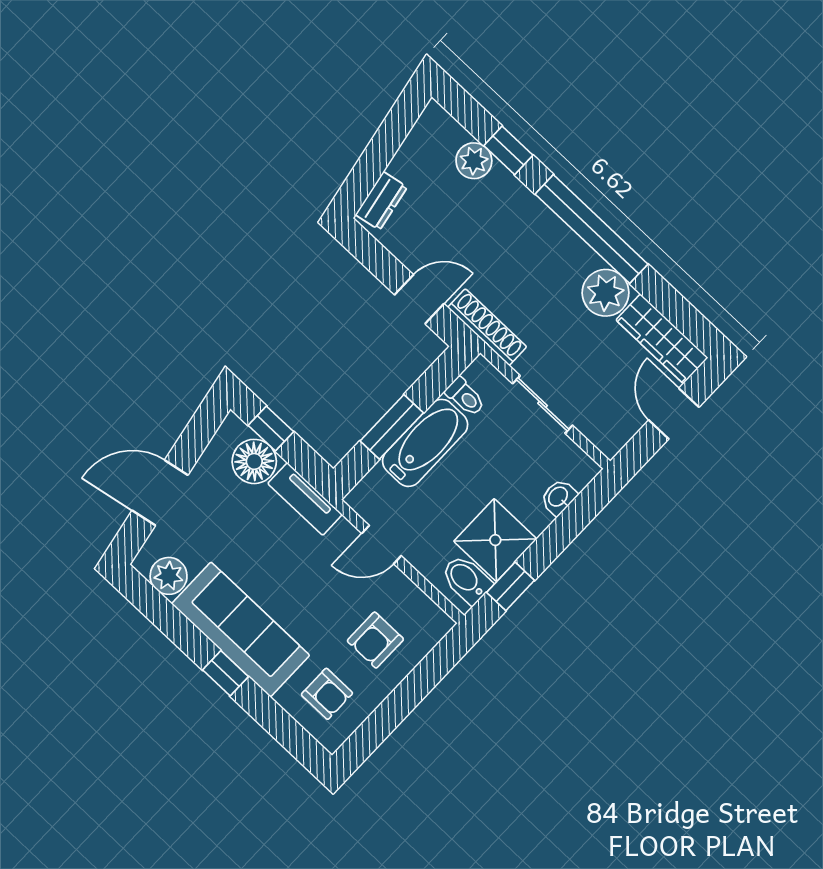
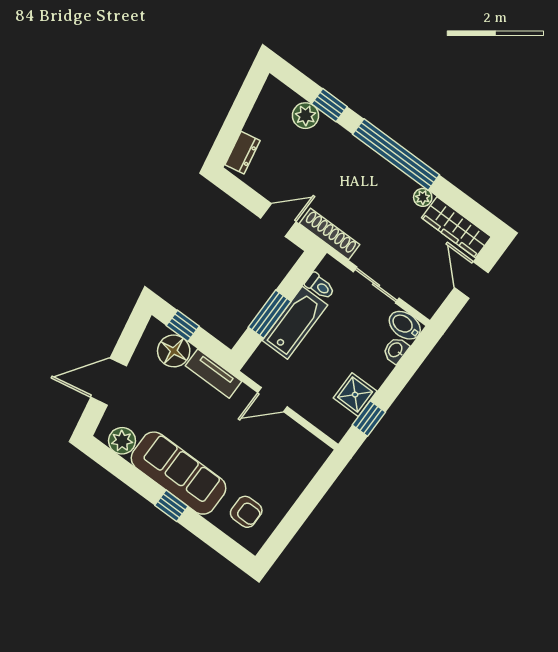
plant: (606, 293) -> (423, 197), width x0.53, depth x0.53
shower: (495, 540) -> (355, 395), width x0.73, depth x0.73
bidet: (466, 579) -> (405, 325), moved
armchair: (375, 640) -> (276, 469), removed

